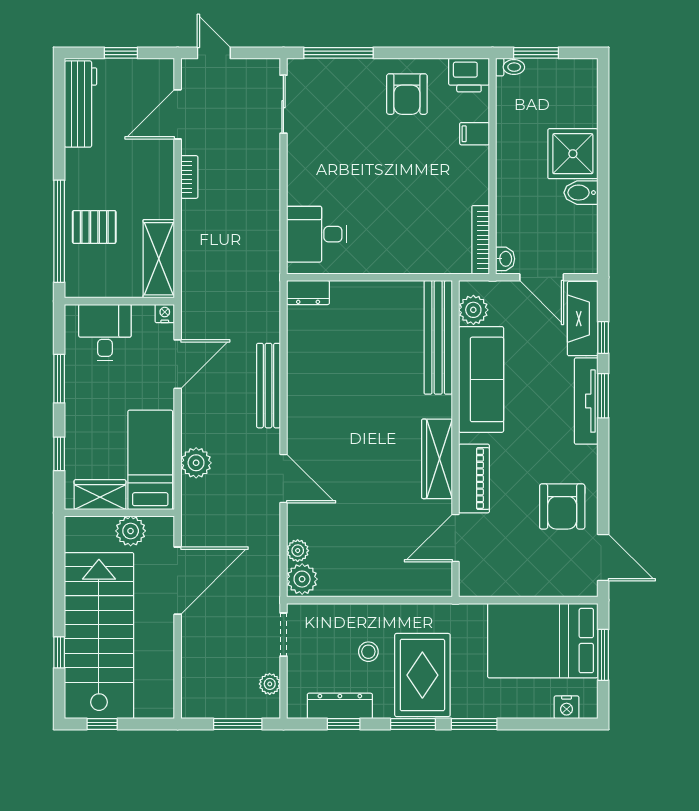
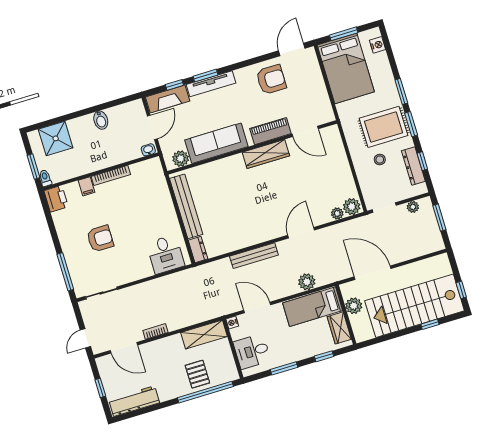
armchair: (407, 94) -> (100, 238), moved
shower: (573, 154) -> (56, 138), moved
bookcase: (481, 240) -> (111, 175), moved
bench: (438, 337) -> (186, 206), moved, turned 90

